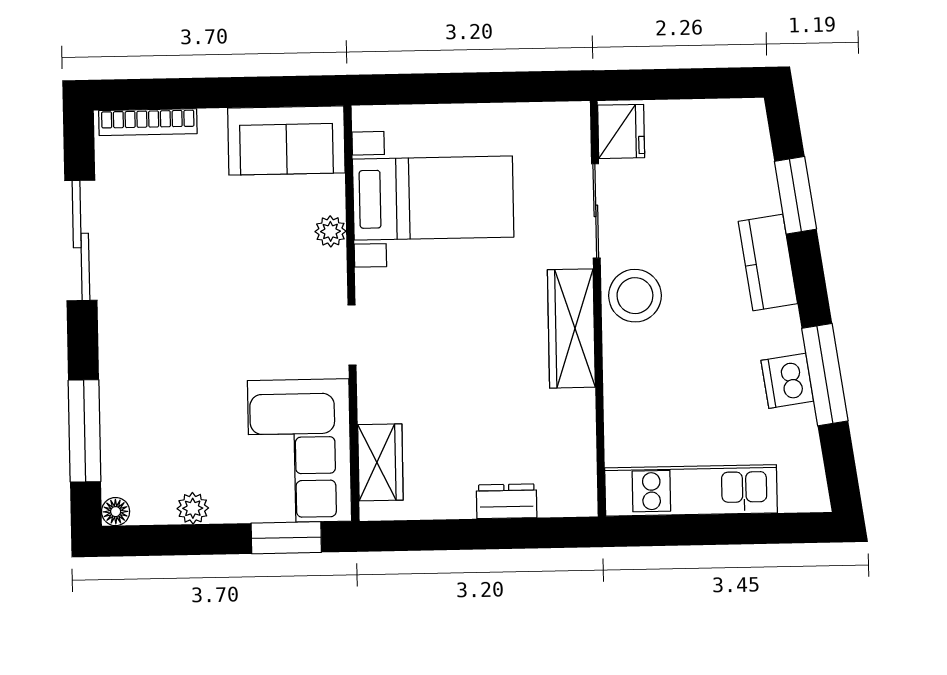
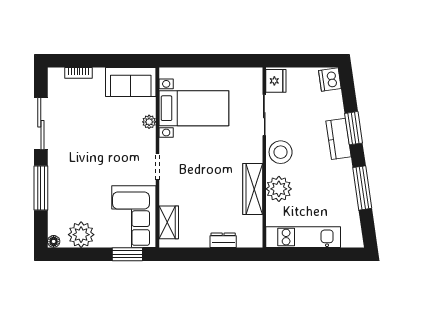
bookcase: (148, 122) -> (79, 73), width x0.64
window: (795, 195) -> (354, 128), moved
wardrobe: (571, 328) -> (253, 189), moved
plant: (632, 380) -> (279, 189), added
dishwasher: (787, 381) -> (330, 80), moved
window: (85, 431) -> (41, 188), moved
plant: (193, 508) -> (81, 235), width x1.87, depth x1.87

